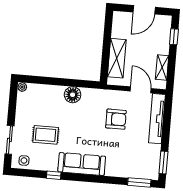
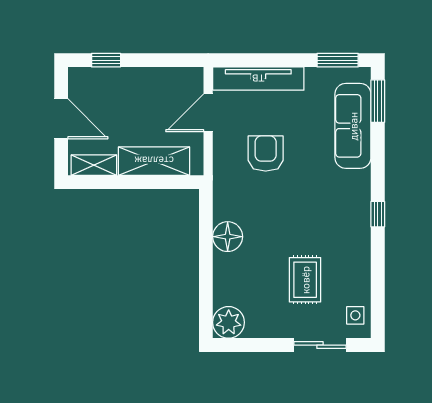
shelving: (162, 68) -> (94, 165), moved
plant: (22, 87) -> (229, 322), width x1.87, depth x1.87
sofa: (82, 164) -> (353, 126), moved
window: (54, 175) -> (378, 214), moved

